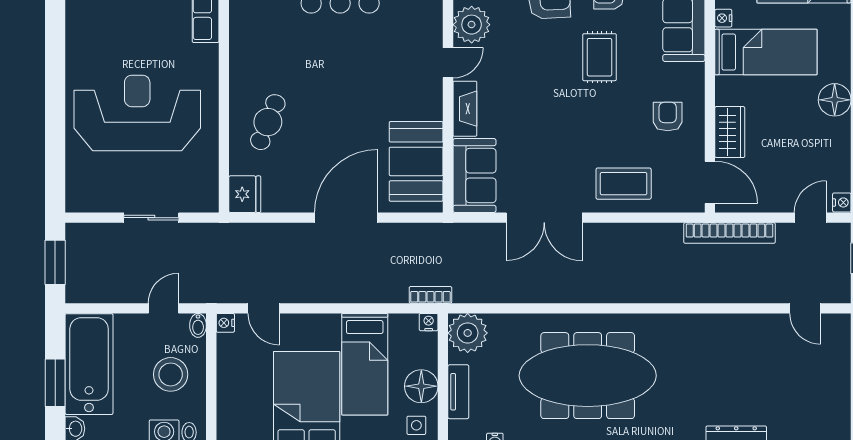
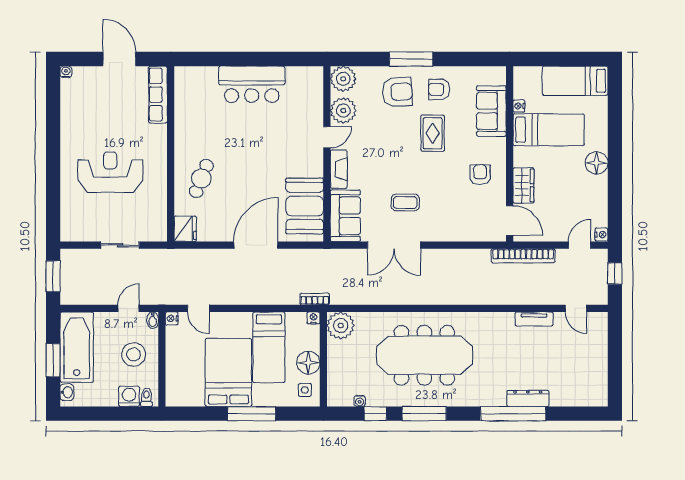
reception desk: (137, 113) -> (110, 172), width x0.74, depth x0.77
coffee table: (624, 184) -> (405, 203), moved, width x0.73, depth x0.77
tv unit: (458, 392) -> (534, 319), moved, turned 90

